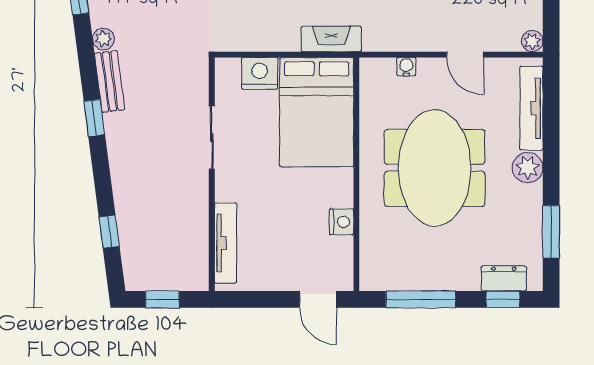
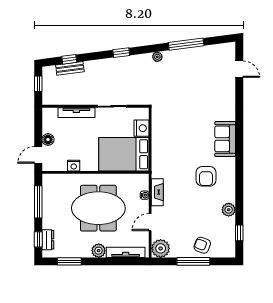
fireplace: (331, 39) -> (157, 192), moved
plant: (532, 41) -> (161, 248), width x1.87, depth x1.87
bench: (110, 82) -> (70, 68), moved
tv unit: (225, 243) -> (76, 113), moved
floor lamp: (284, 278) -> (48, 140), added

